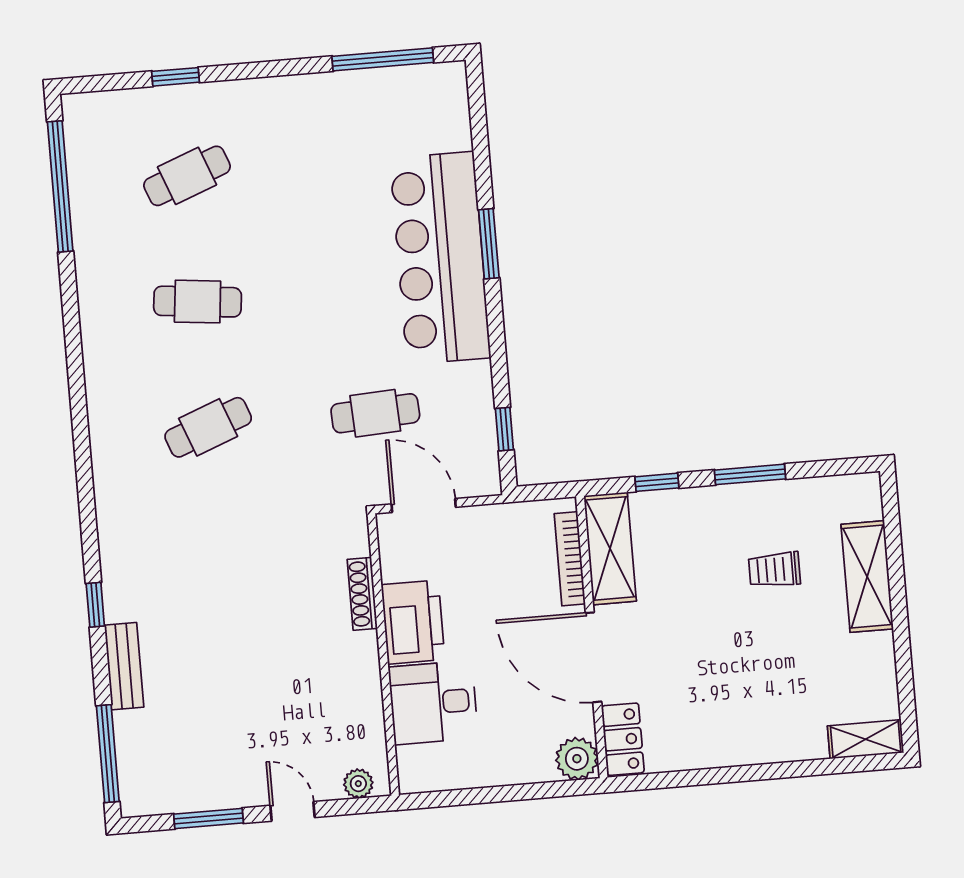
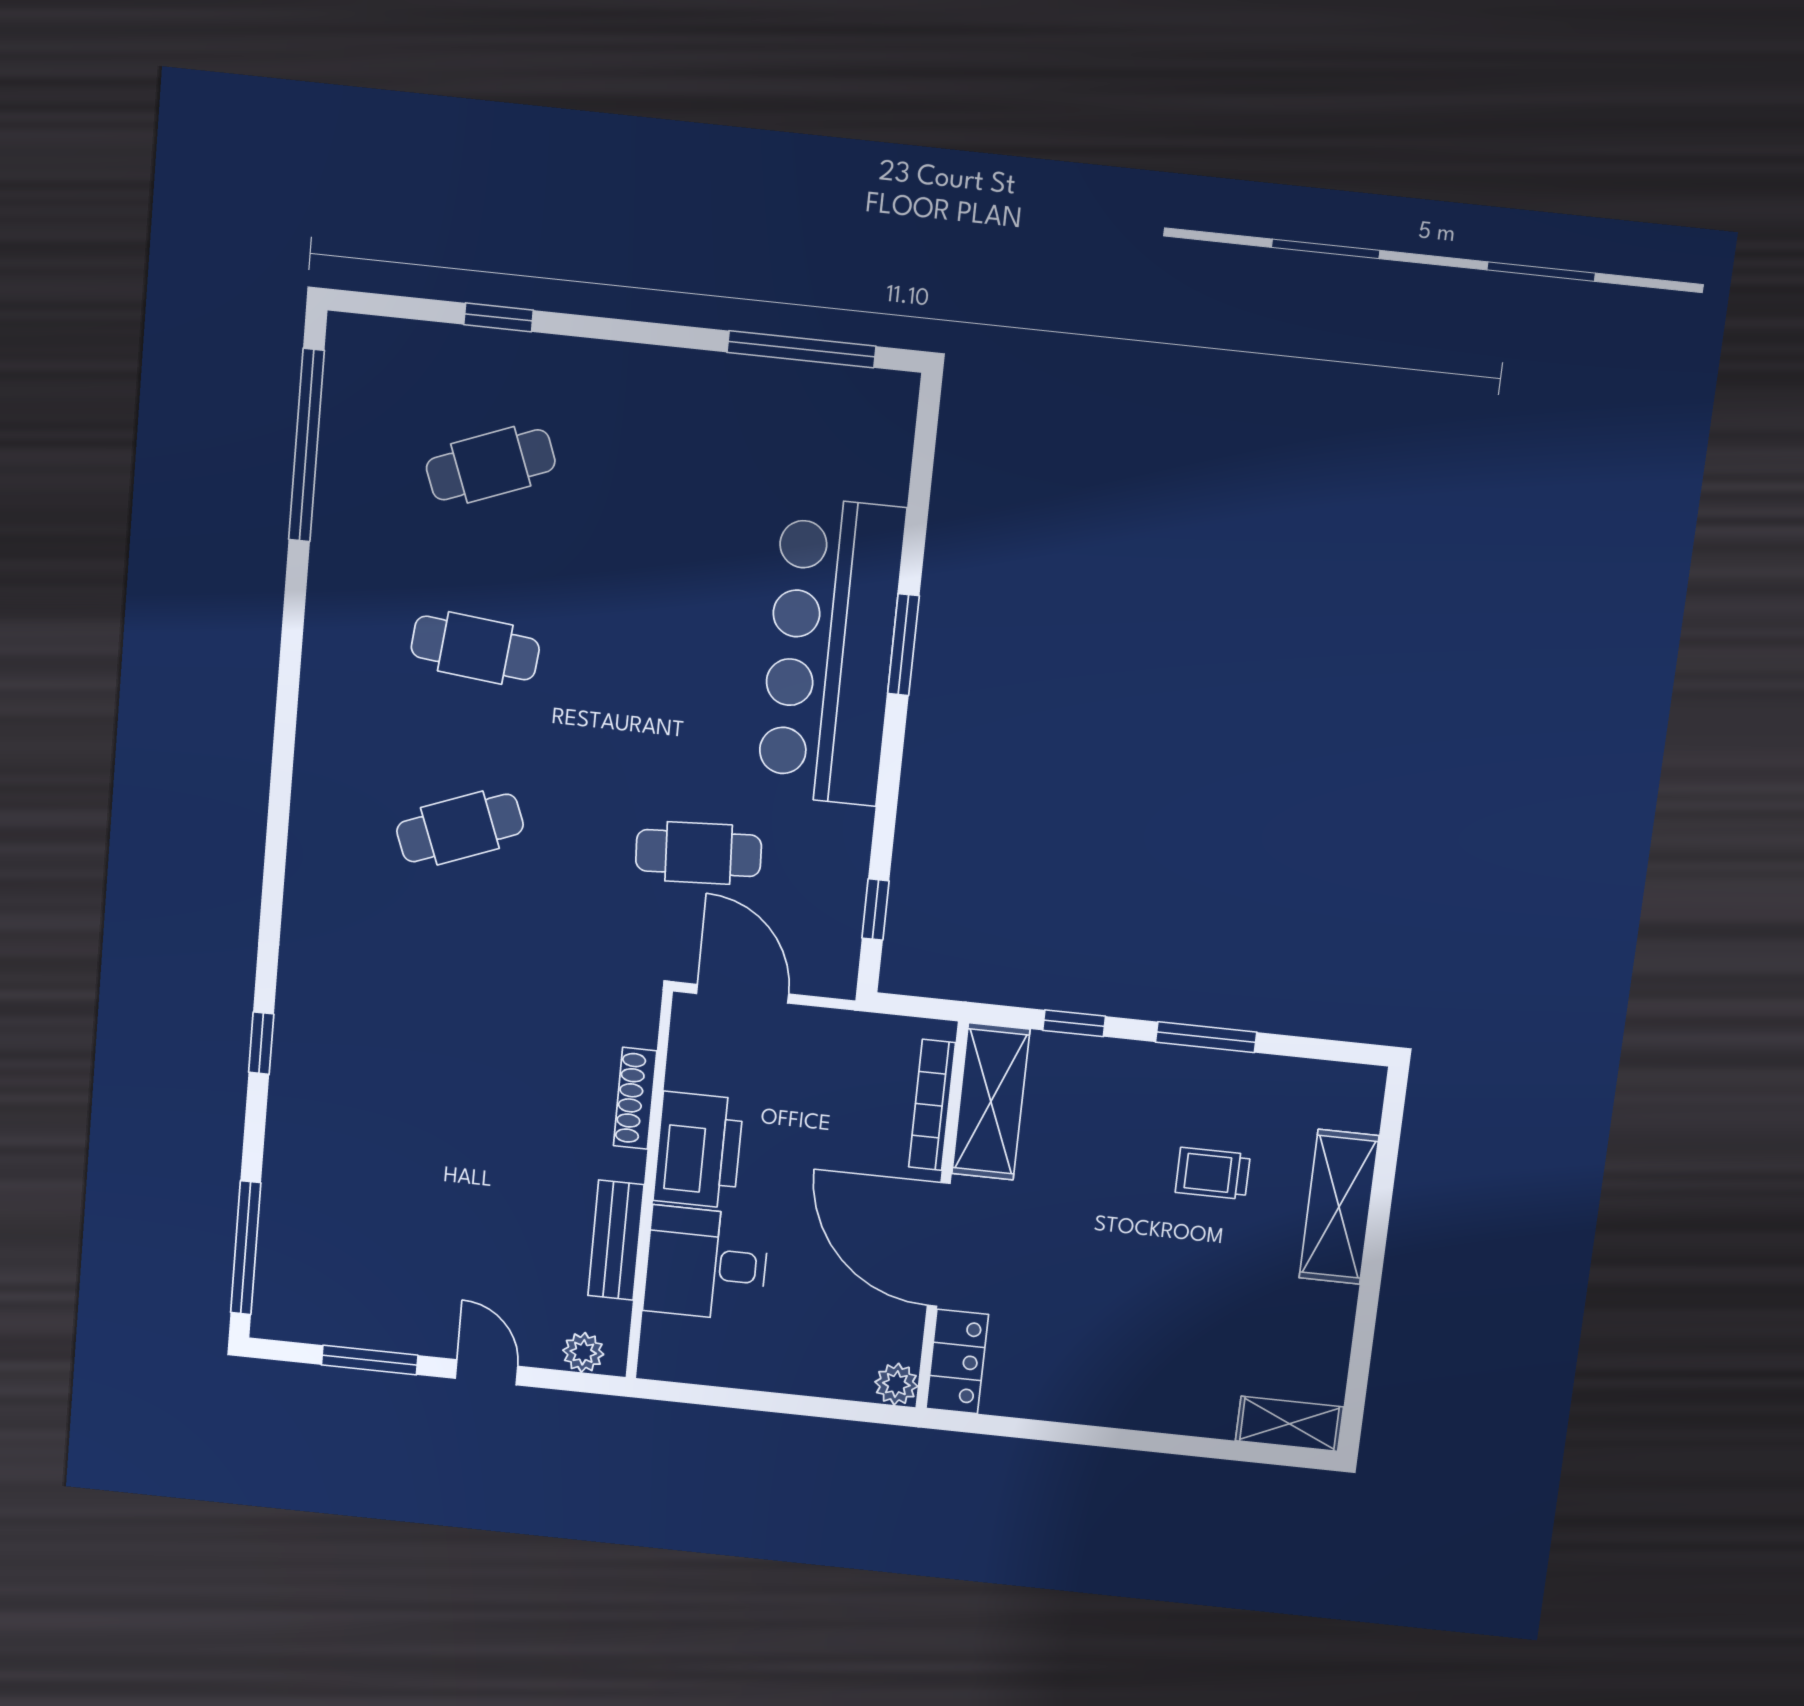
bench: (124, 666) -> (616, 1240), moved
plant: (577, 759) -> (896, 1384), width x0.73, depth x0.73

